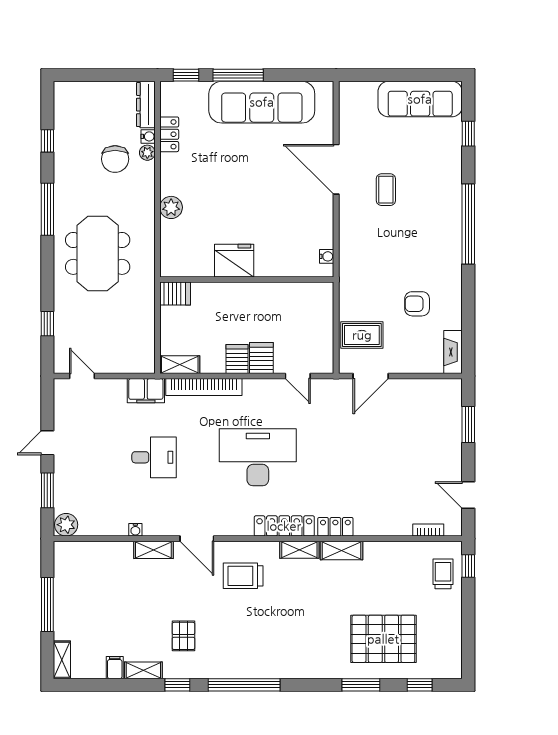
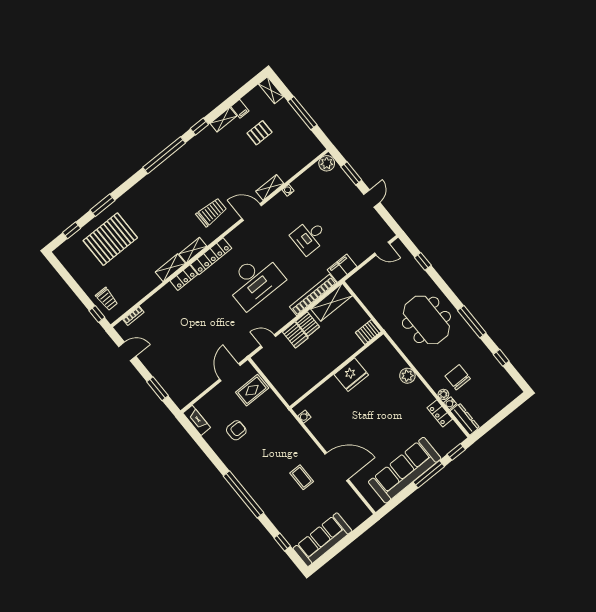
shelving: (180, 365) -> (331, 302), width x1.50, depth x1.33
pallet: (183, 636) -> (260, 133), moved, turned 90

